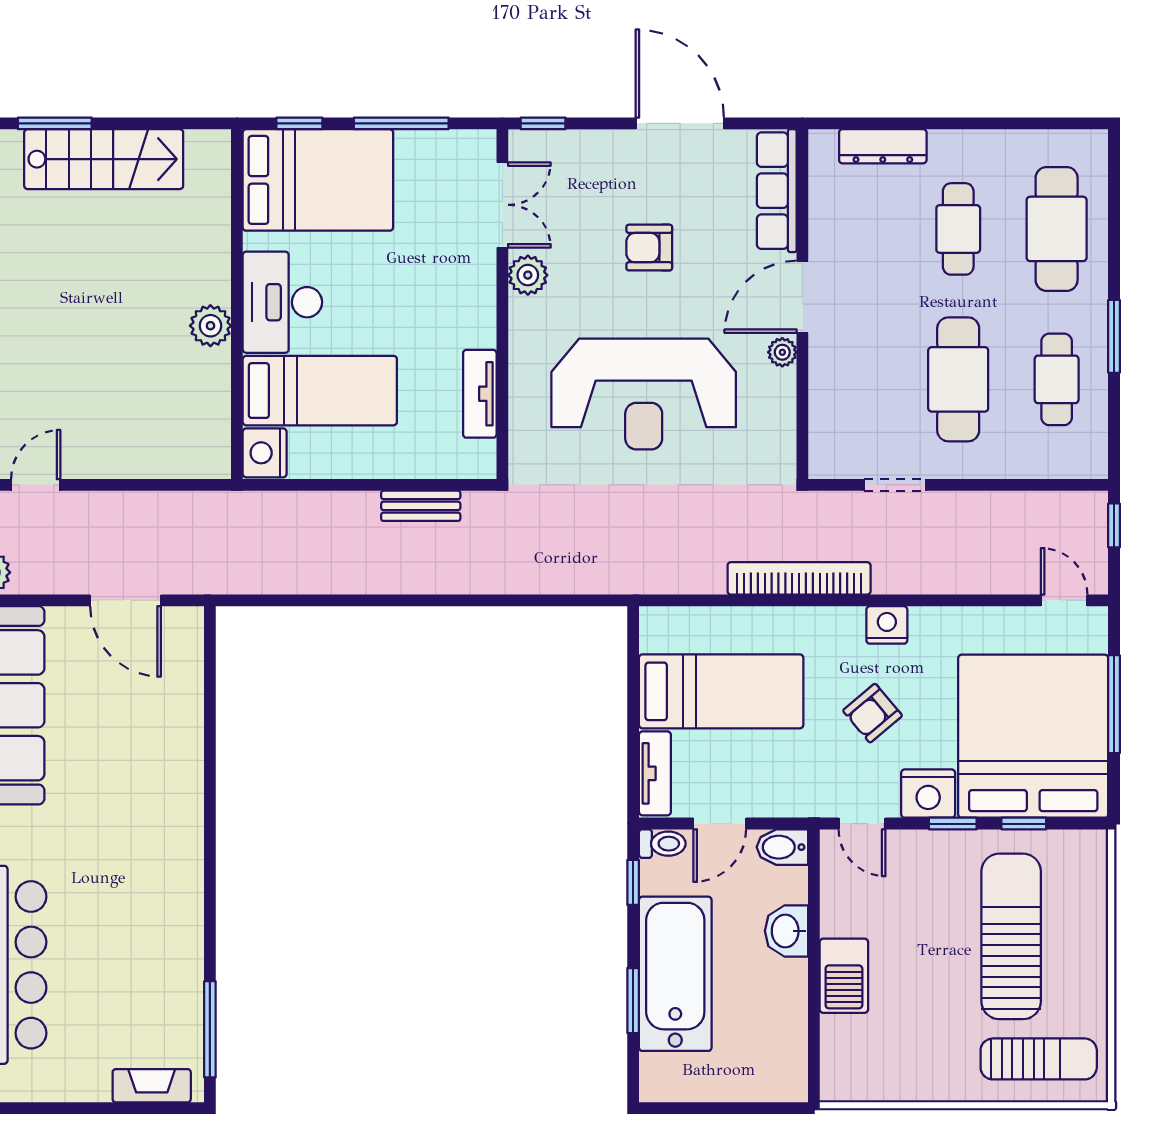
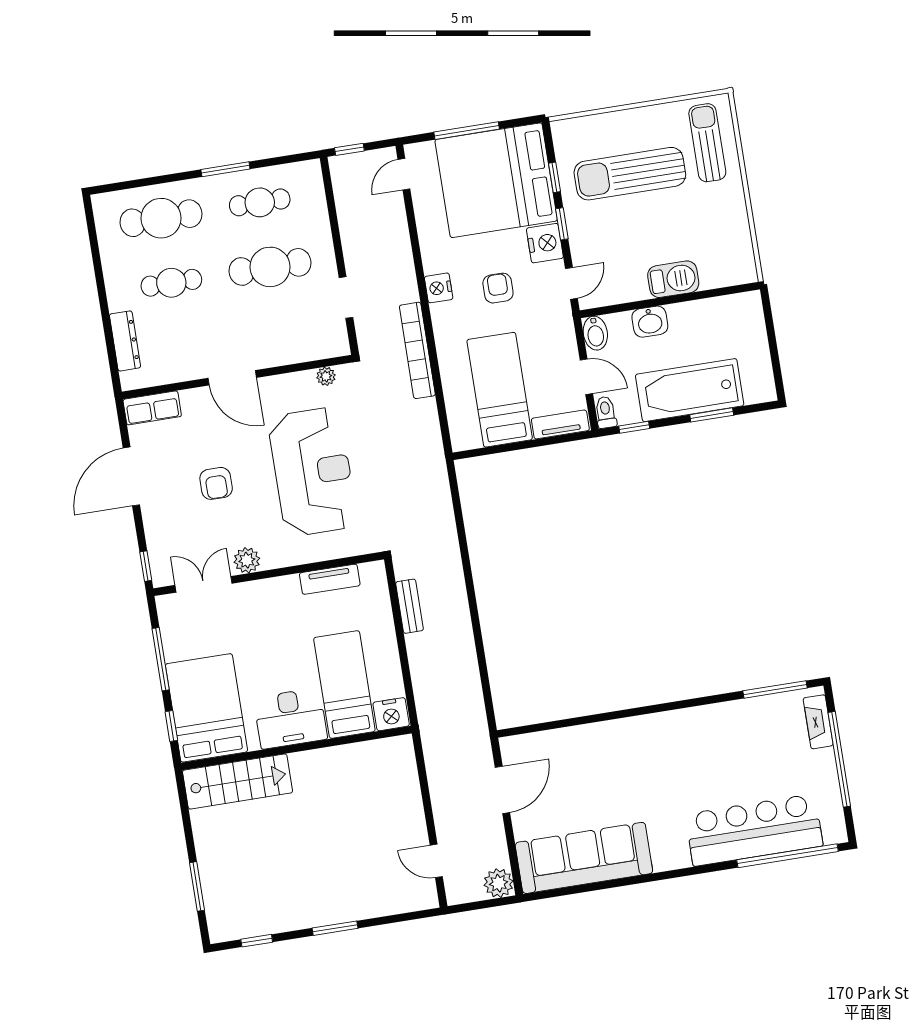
stairs: (104, 159) -> (238, 781), moved, turned 90
row of seats: (777, 191) -> (152, 408), width x0.68
plant: (210, 326) -> (313, 763), removed
plant: (782, 352) -> (326, 376), moved
armchair: (873, 713) -> (498, 288), turned -140
window: (91, 1108) -> (839, 759), added

